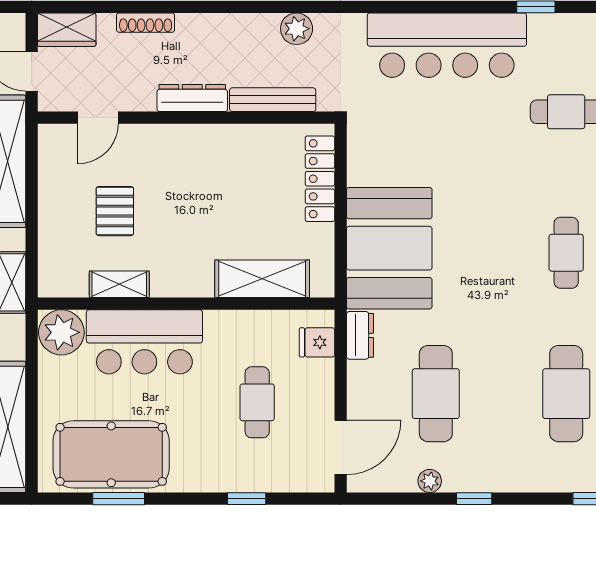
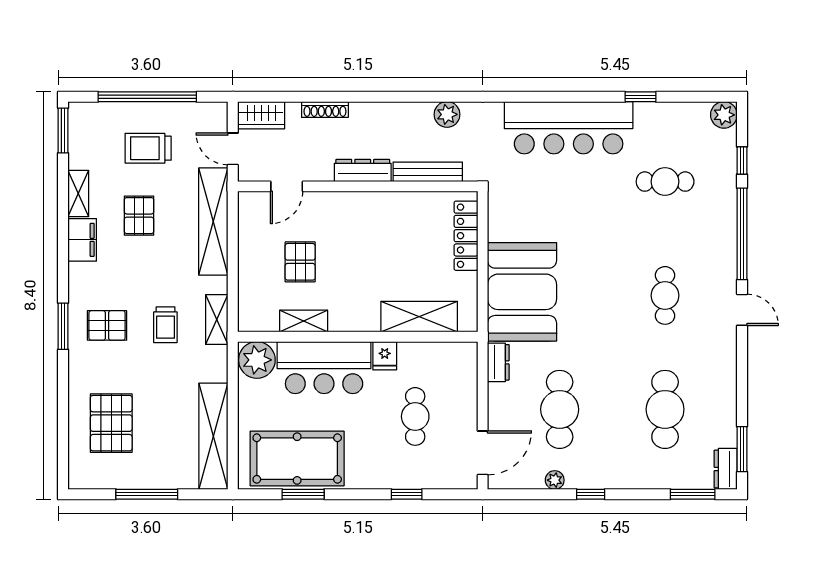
fridge: (317, 342) -> (385, 356), moved, turned -90

